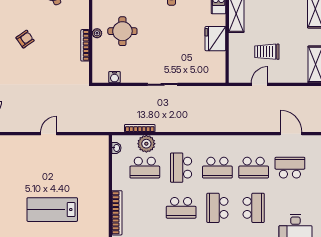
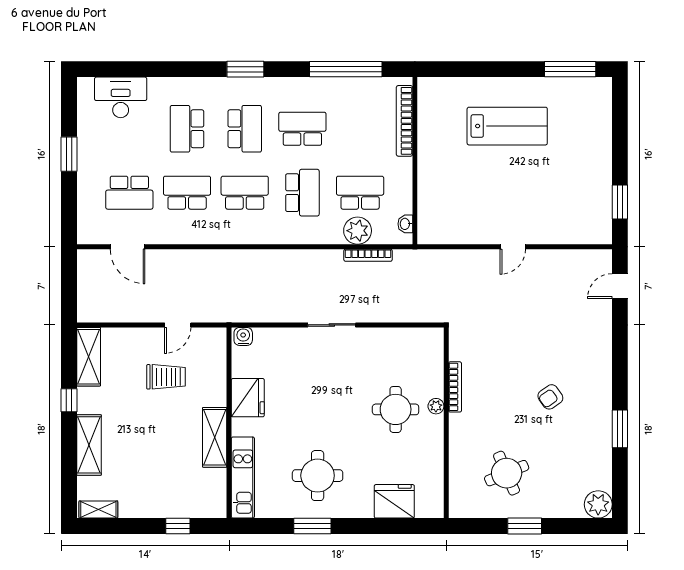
water cooler: (114, 77) -> (243, 336), moved

